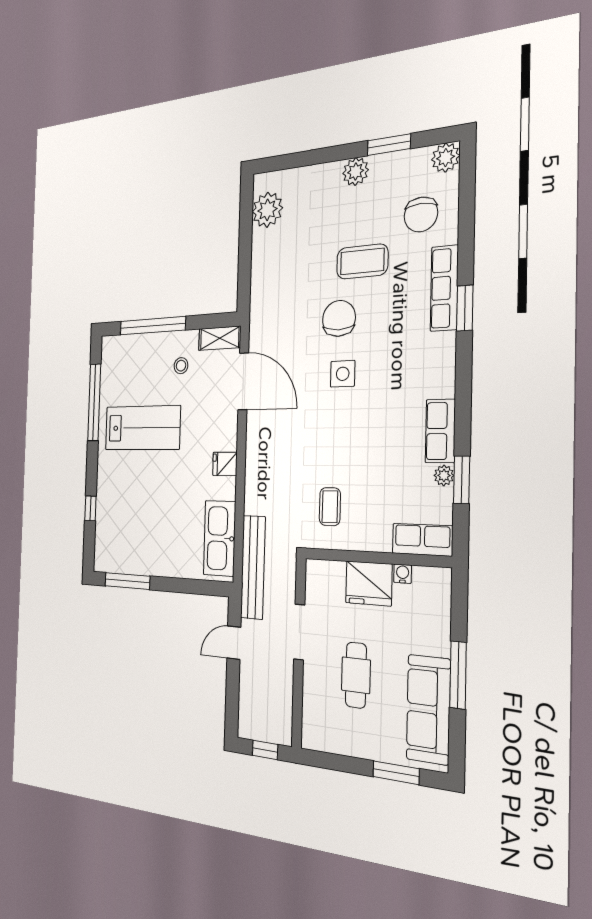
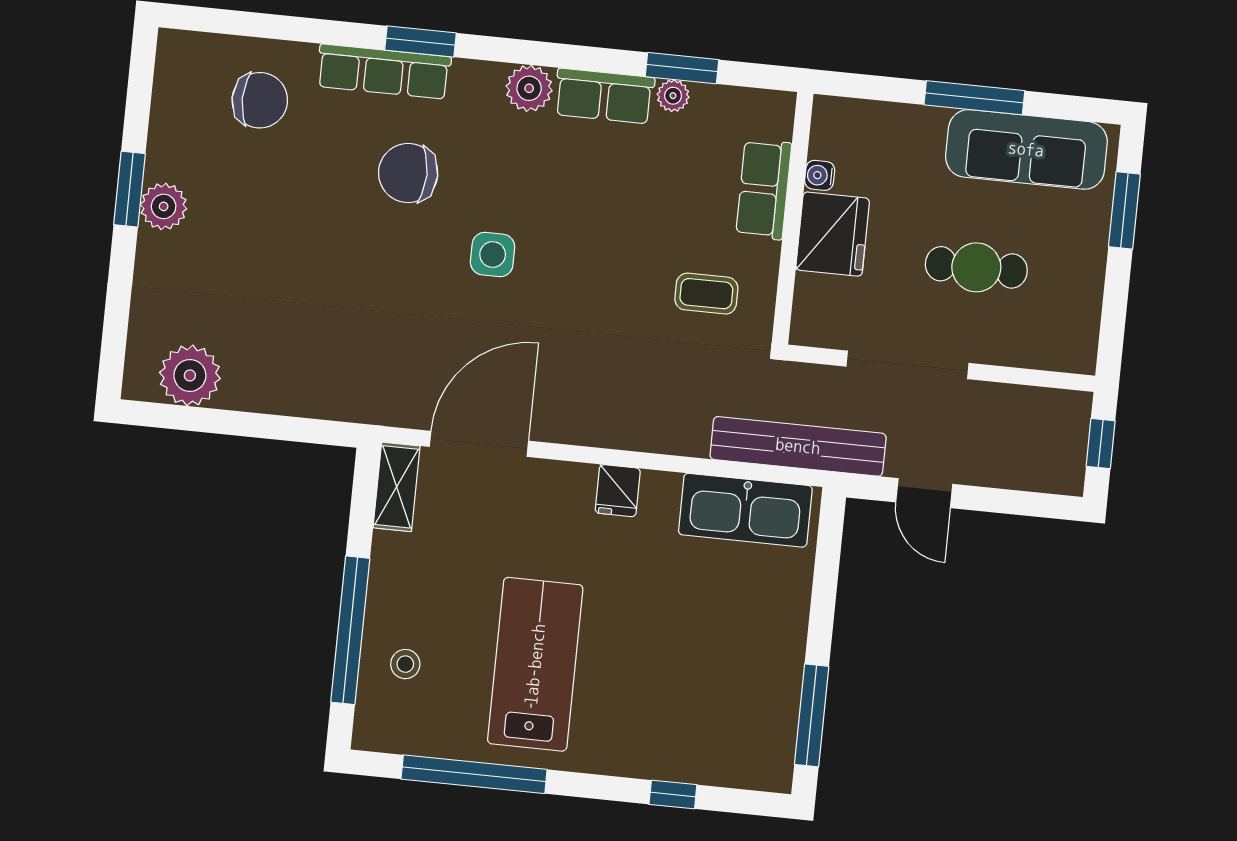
window: (389, 145) -> (129, 189), moved
plant: (446, 158) -> (529, 88), moved
coffee table: (362, 261) -> (315, 206), removed
chair: (339, 318) -> (408, 173), moved
stool: (181, 366) -> (405, 664), moved
row of seats: (422, 540) -> (764, 189), moved
doorway: (299, 632) -> (908, 365), width x1.36

